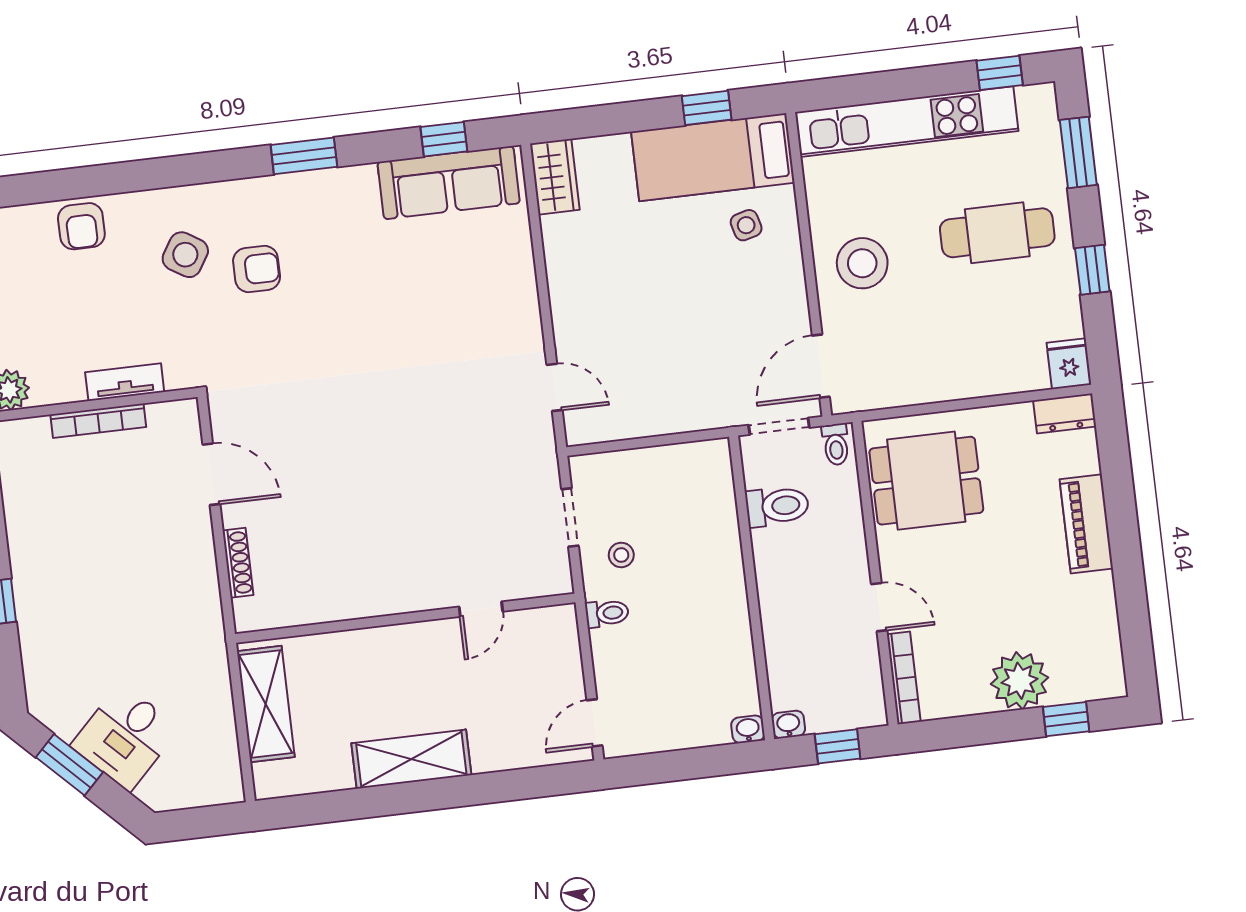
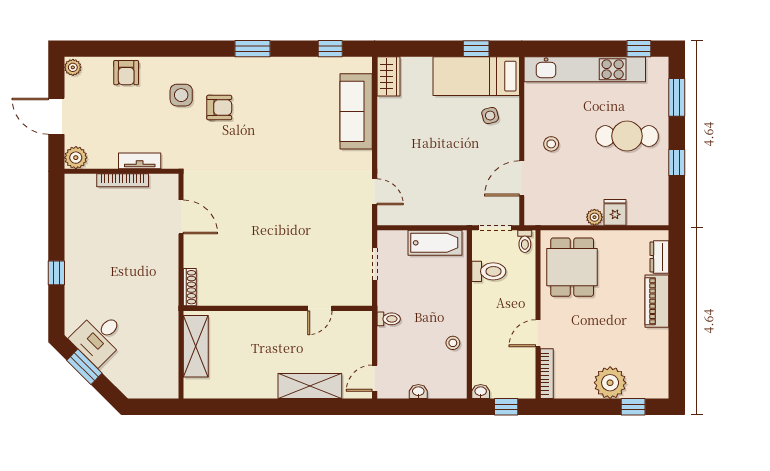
sofa: (449, 183) -> (356, 111), moved, turned 90
side table: (185, 255) -> (181, 95), turned -32
stool: (862, 263) -> (551, 144), width x0.53, depth x0.53
fridge: (1069, 364) -> (615, 212), moved
door: (821, 366) -> (522, 178), moved
plant: (956, 386) -> (594, 217), added
dresser: (1065, 413) -> (659, 257), moved, turned 90
bathtub: (674, 466) -> (435, 243), added
dining table: (926, 481) -> (572, 267), turned 90
stool: (621, 555) -> (453, 343), moved
shoe rack: (238, 563) -> (190, 287), moved
door: (879, 607) -> (538, 333), swing flipped
washbasin: (748, 729) -> (418, 392), moved
desk: (125, 737) -> (99, 337), moved
shelving: (411, 759) -> (310, 386), moved

